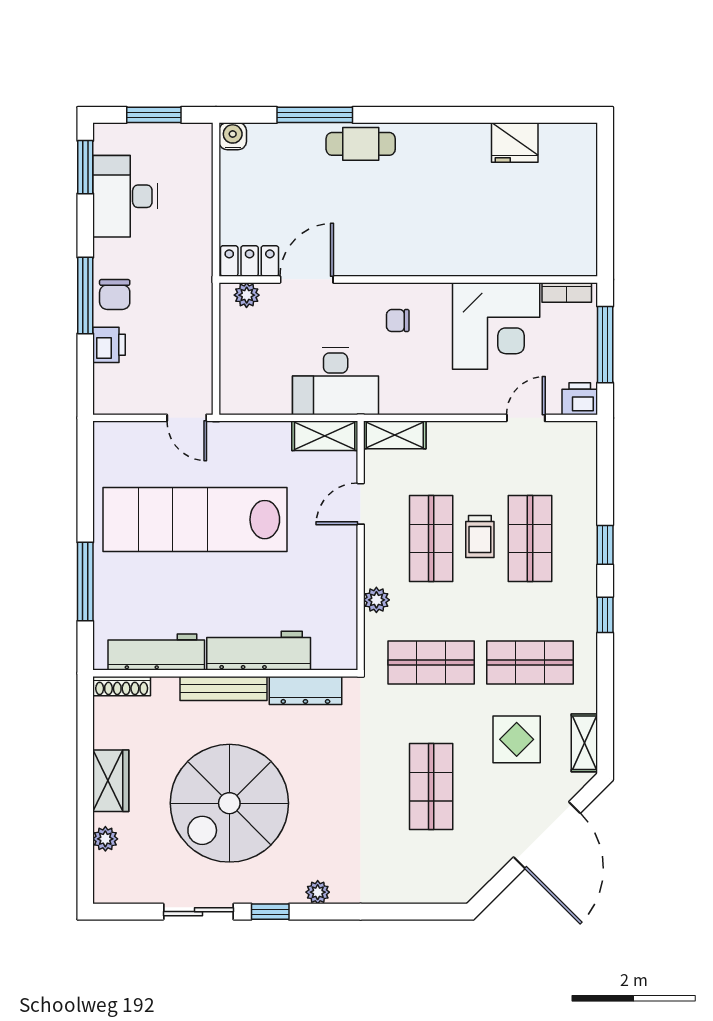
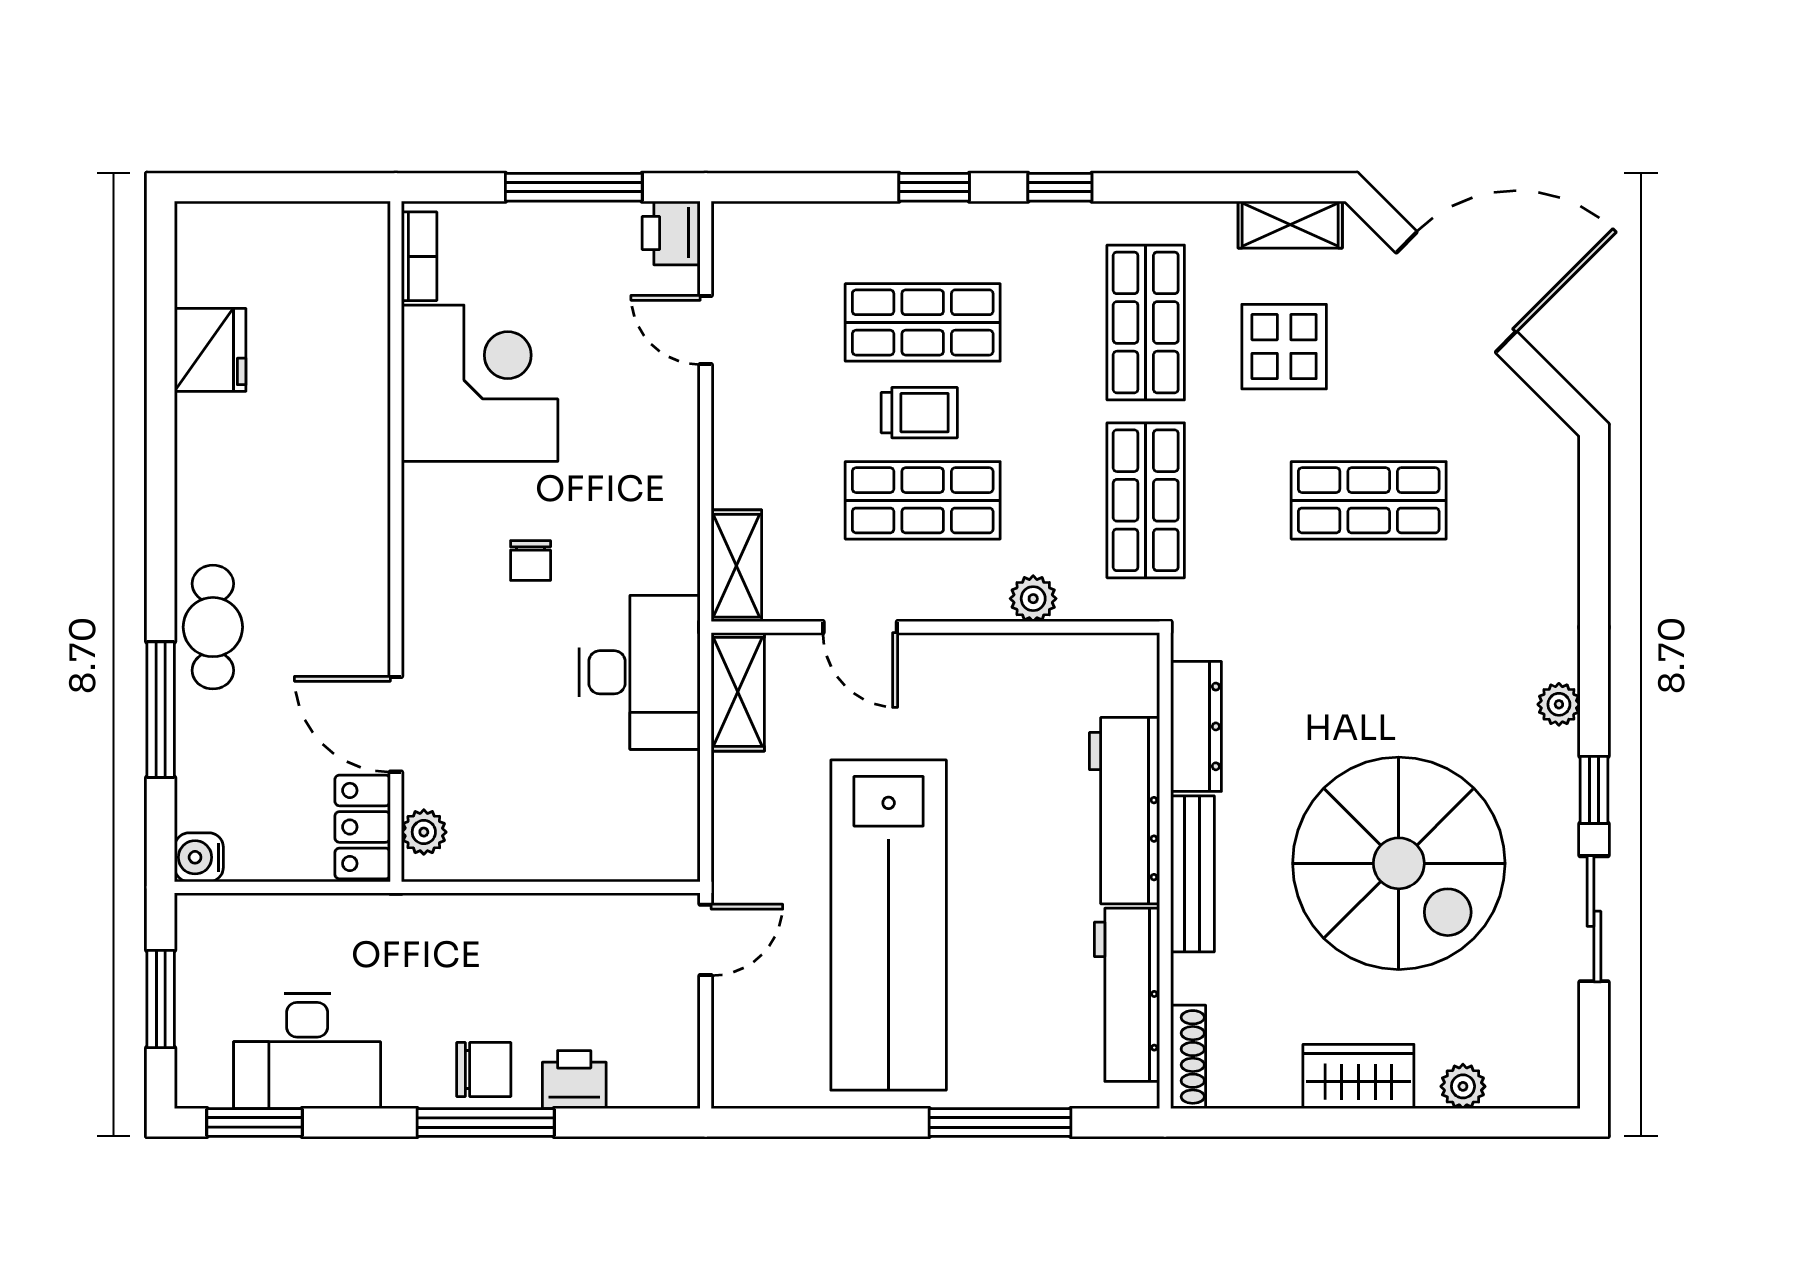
locker: (250, 261) -> (363, 827), moved
door: (307, 279) -> (396, 724), moved
wall: (408, 279) -> (396, 541), moved
bookcase: (567, 292) -> (419, 256), moved
plant: (247, 295) -> (424, 832), moved
corner desk: (496, 326) -> (480, 383), moved

